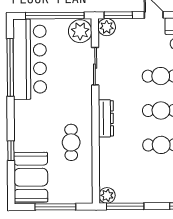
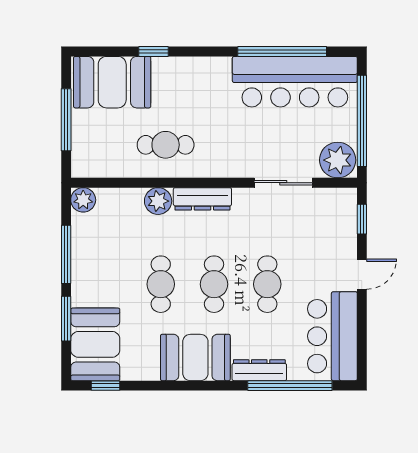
window: (118, 15) -> (362, 219), width x0.67
plant: (107, 27) -> (158, 201), moved
window: (125, 206) -> (66, 254), moved

